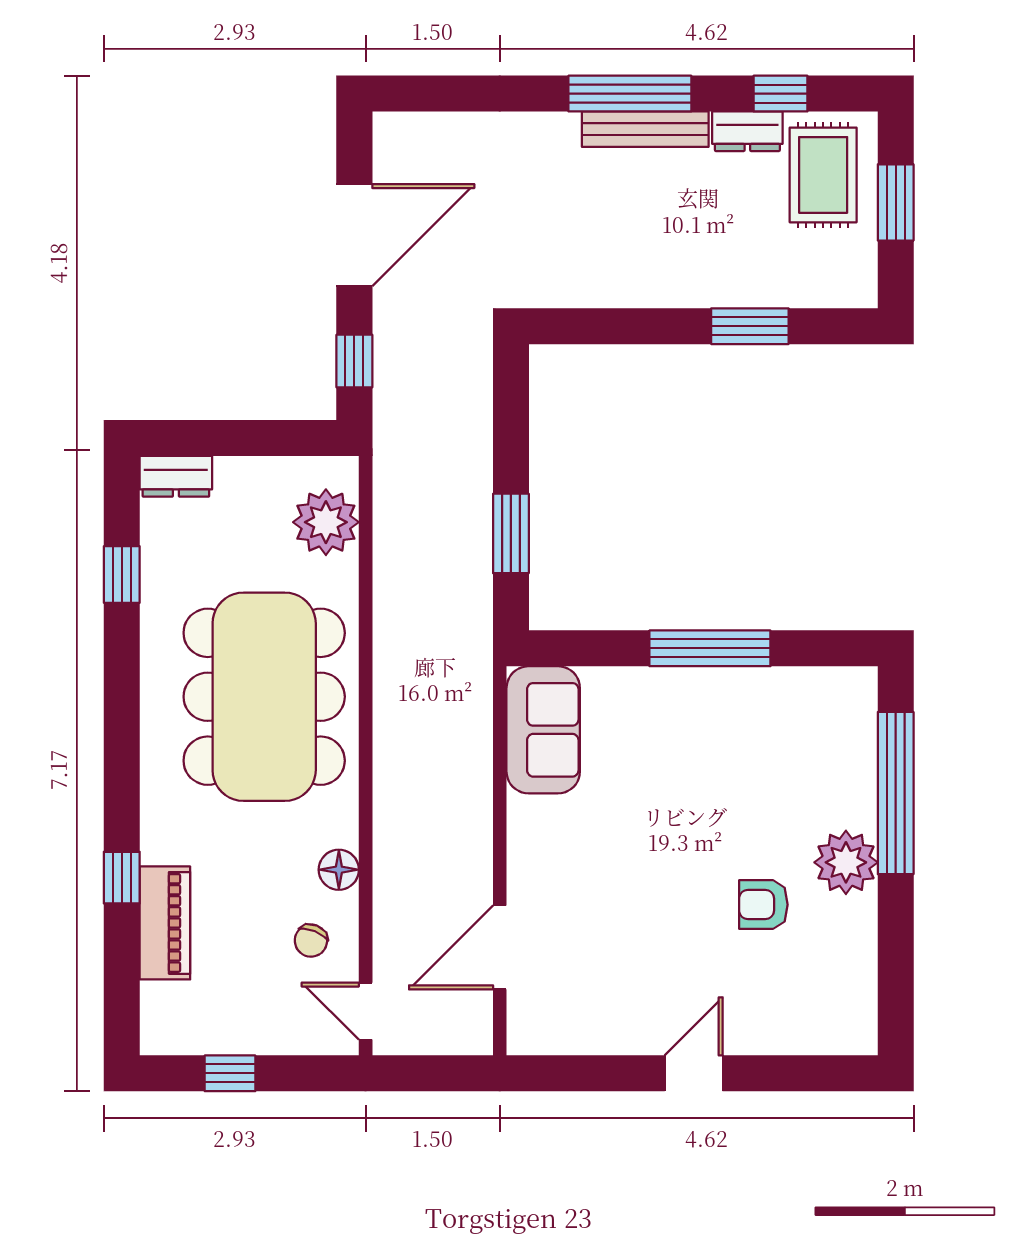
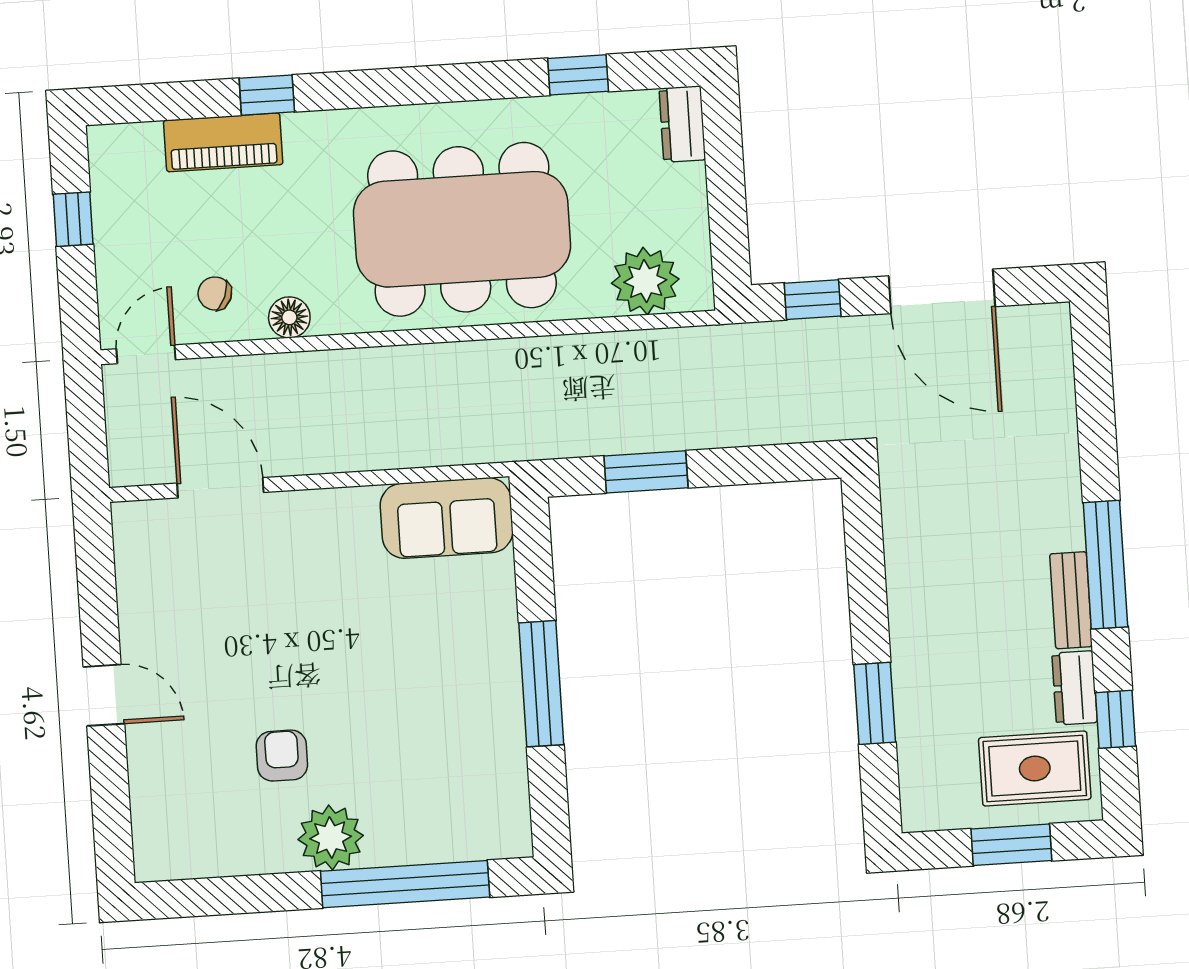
bench: (645, 129) -> (1071, 600), width x0.73

